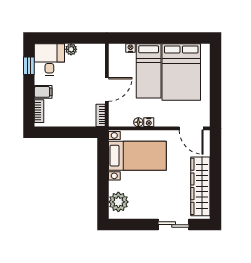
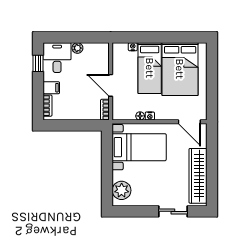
door: (107, 89) -> (111, 85), swing flipped

